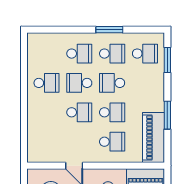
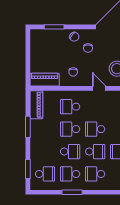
school desk: (145, 54) -> (45, 174), turned 180
piano: (154, 138) -> (36, 105), width x0.73, depth x0.75

